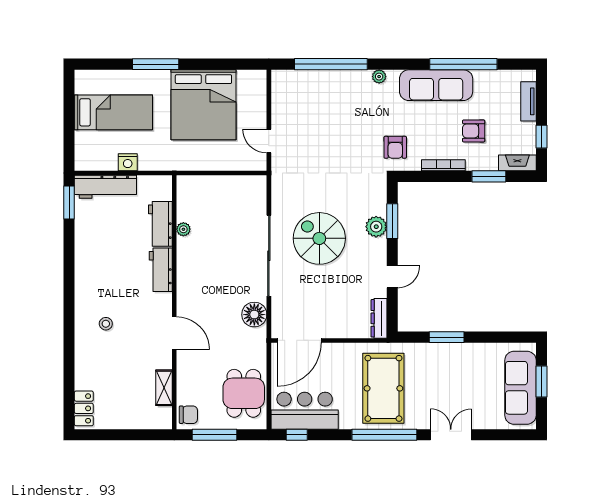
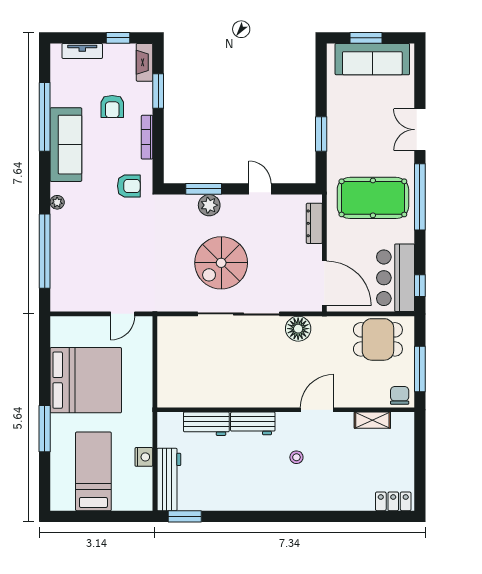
plant: (183, 229) -> (212, 400), removed
dresser: (379, 318) -> (314, 223), moved, turned 90
stool: (106, 324) -> (296, 457), moved

